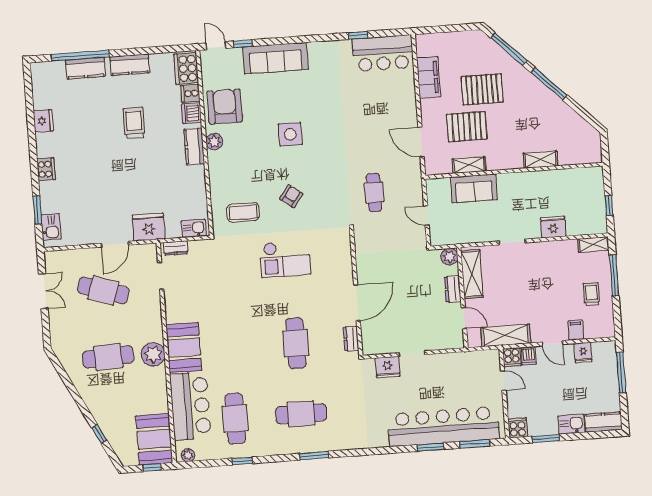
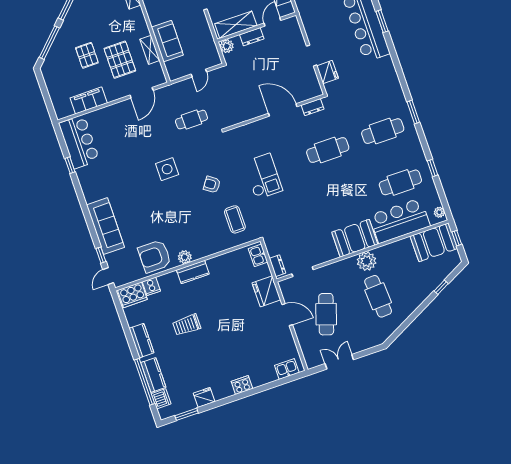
pallet: (482, 89) -> (87, 55), width x0.67, depth x0.71
dishwasher: (192, 113) -> (161, 399), moved, turned -90
side table: (290, 134) -> (167, 169), moved
window: (37, 210) -> (187, 414), moved
cafe table: (301, 414) -> (383, 131), turned 90

